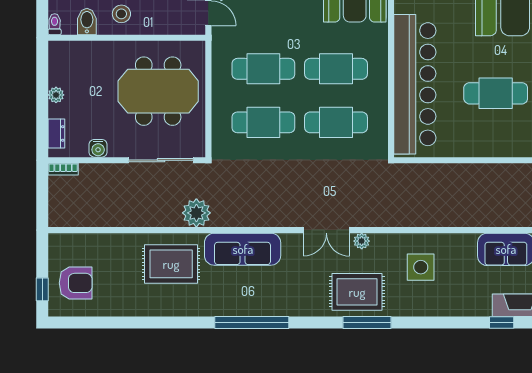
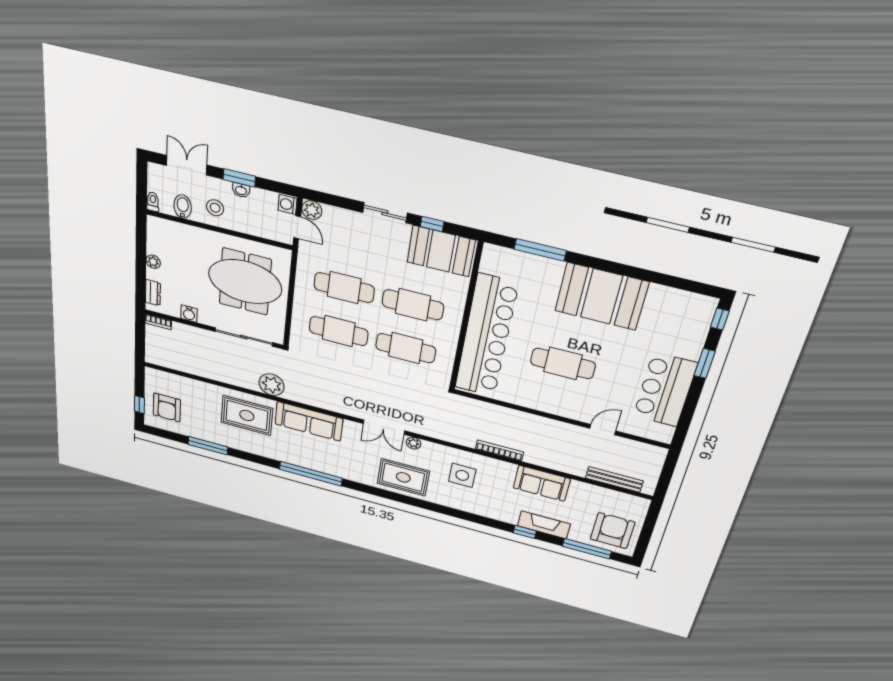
bookcase: (454, 221) -> (499, 451), added
armchair: (76, 283) -> (167, 407), turned 90
window: (367, 322) -> (208, 446), moved

